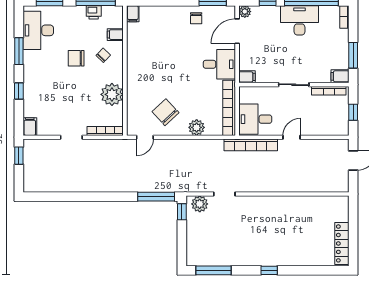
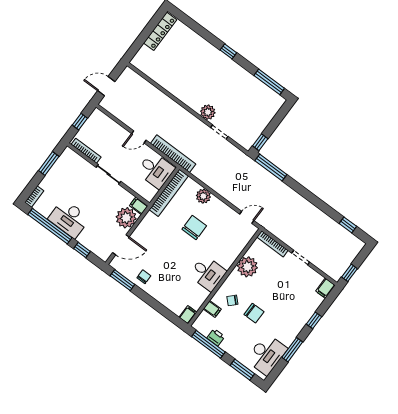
plant: (245, 12) -> (126, 218), moved, width x1.87, depth x1.87
desk: (219, 64) -> (208, 273), moved, turned 180
filing cabinet: (340, 76) -> (70, 155), removed
chair: (165, 112) -> (194, 228), moved, turned -137
window: (51, 197) -> (348, 225), added
plant: (200, 204) -> (208, 112), moved

